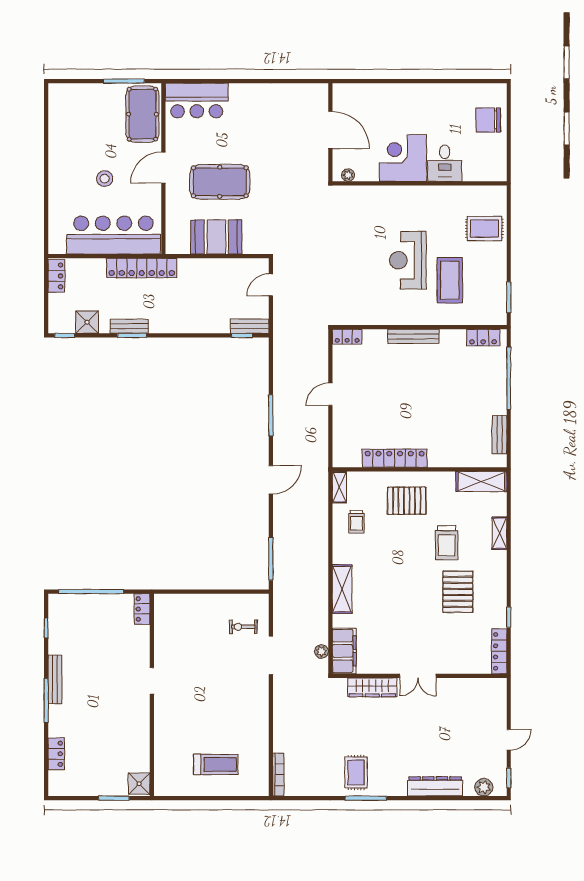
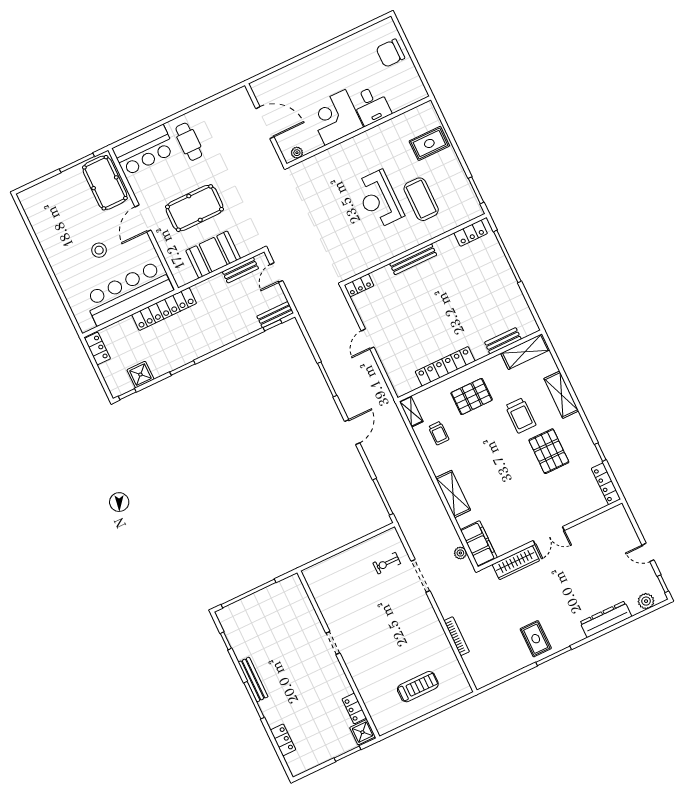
cafe table: (245, 113) -> (189, 142), added
bench: (129, 326) -> (240, 270), moved
bench: (499, 435) -> (503, 341), moved, turned 90
shelving: (499, 533) -> (561, 395), width x1.50, depth x1.33
locker: (142, 609) -> (354, 708), moved
door: (509, 740) -> (648, 552), swing flipped
bookcase: (278, 775) -> (457, 636), moved

